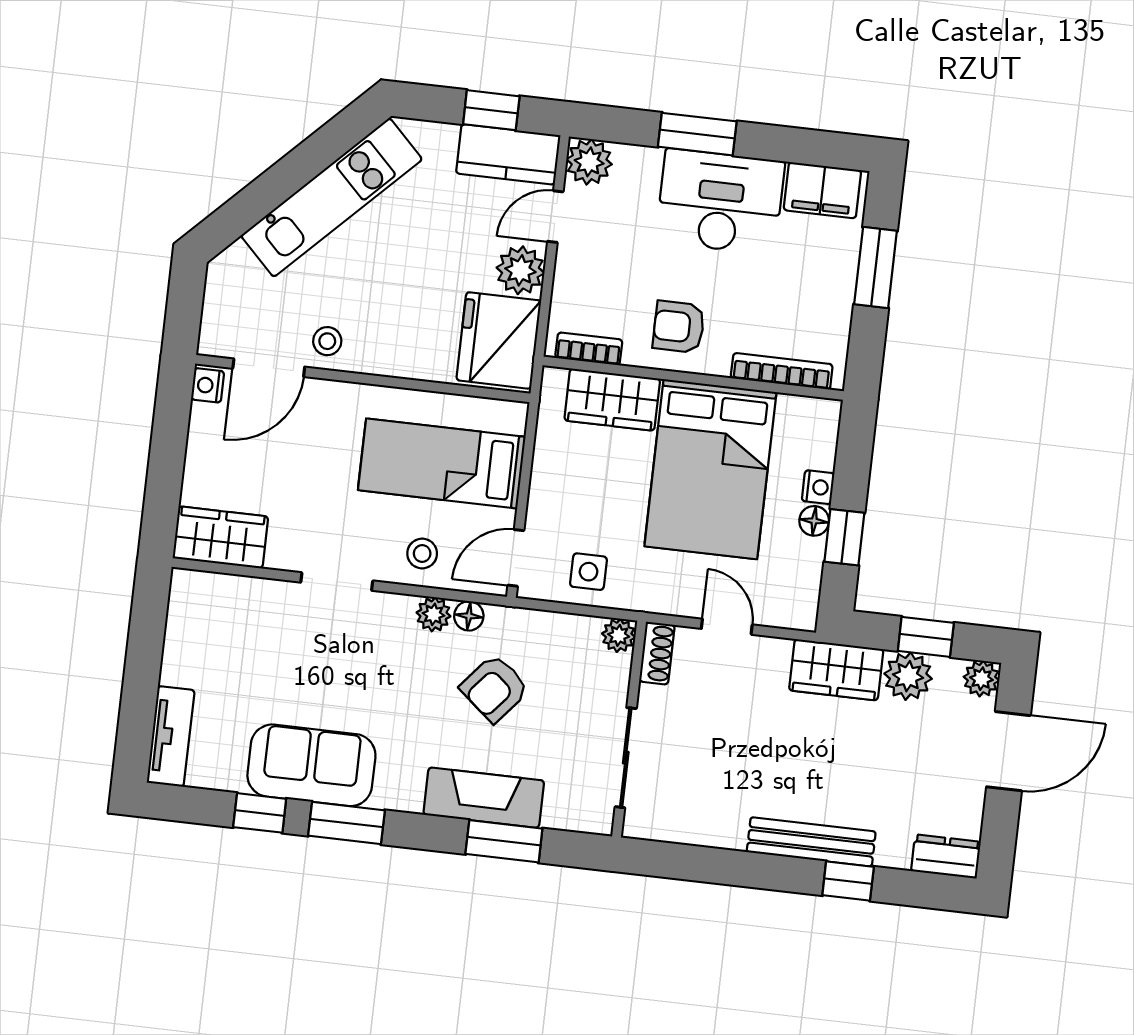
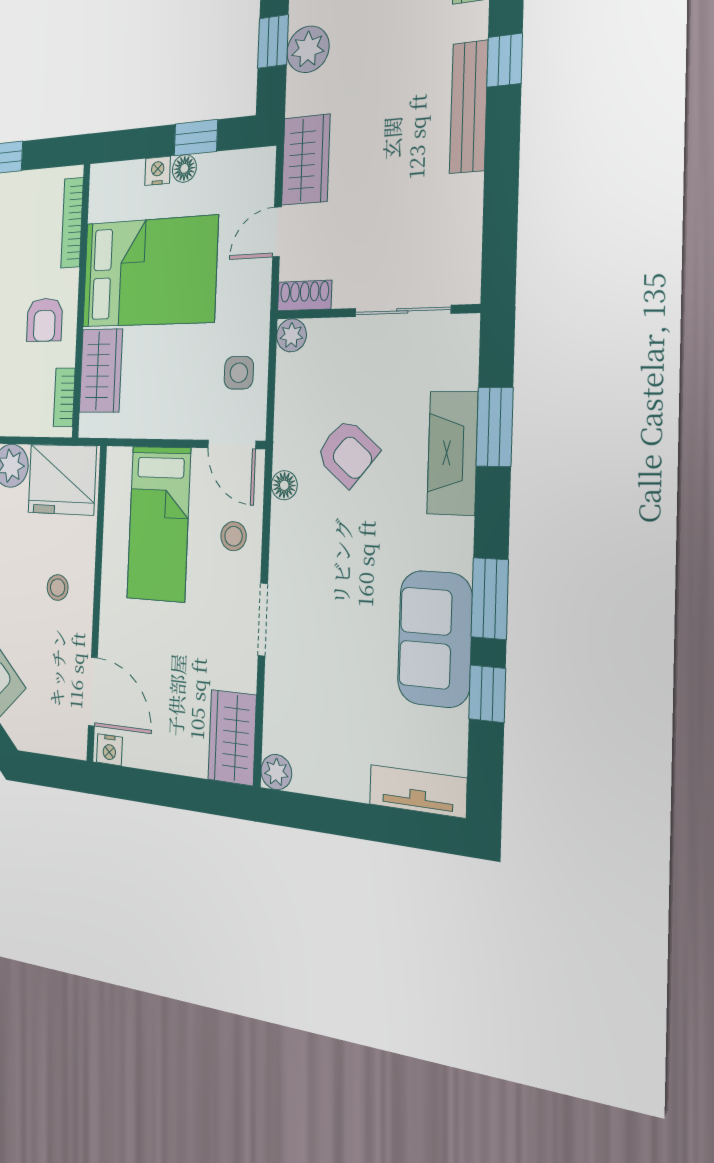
stool: (327, 341) -> (58, 588), moved
plant: (434, 614) -> (276, 772), moved
wardrobe: (836, 670) -> (306, 160), moved

